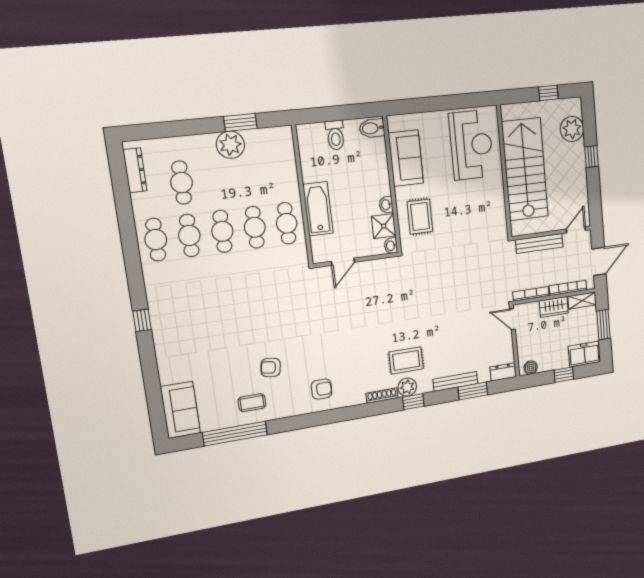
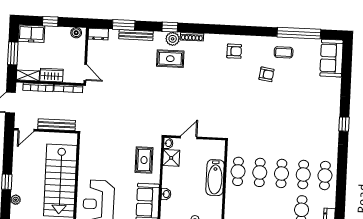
plant: (572, 129) -> (16, 200), width x0.53, depth x0.53
washbasin: (386, 205) -> (166, 194), moved
door: (343, 262) -> (189, 137), moved
armchair: (322, 389) -> (234, 51), turned 180

